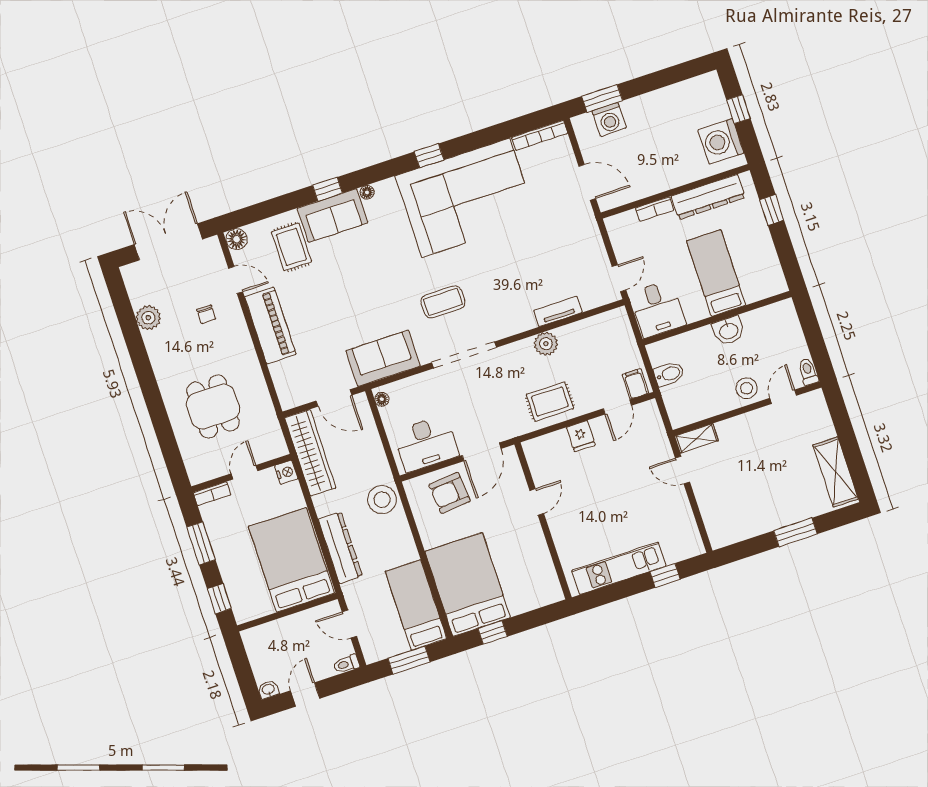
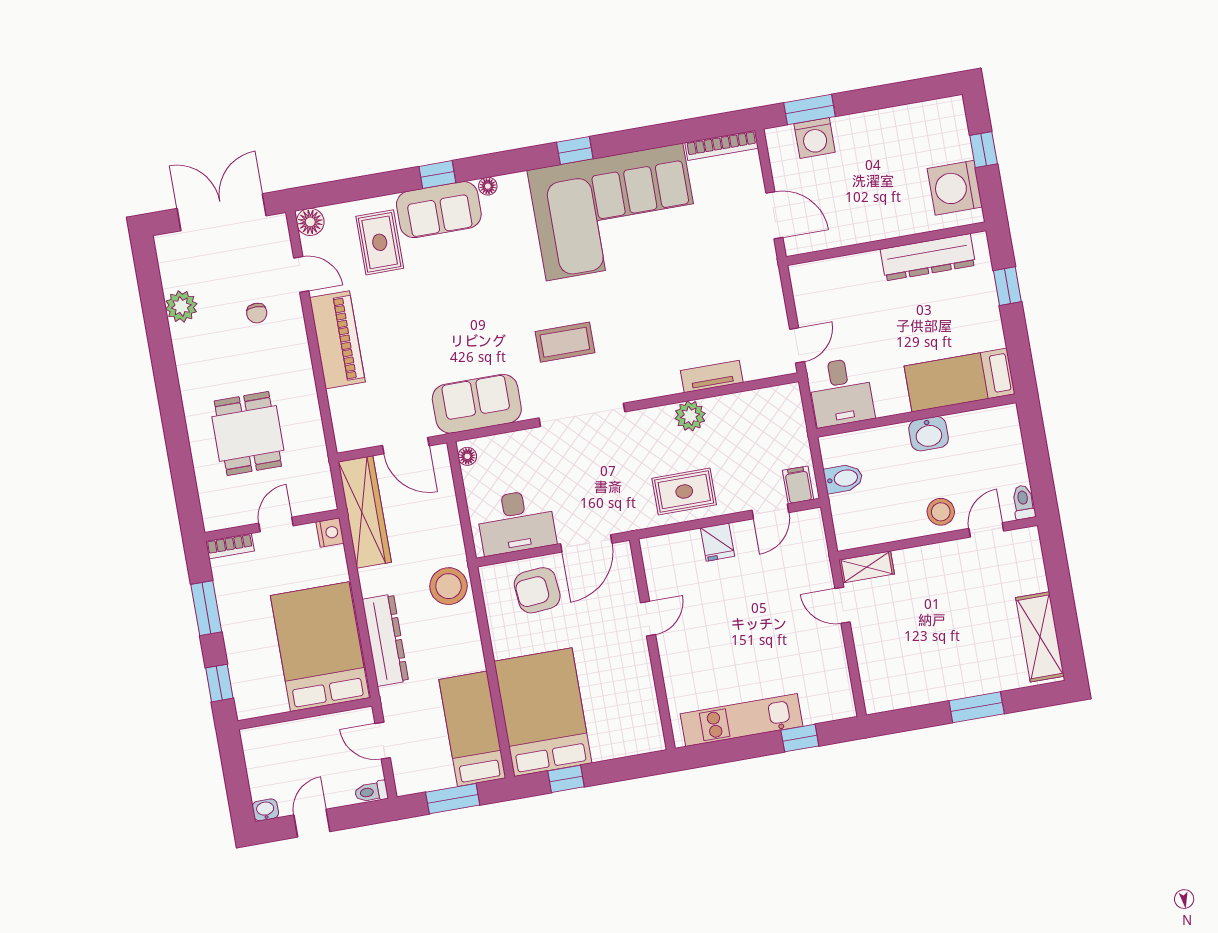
bookcase: (655, 209) -> (856, 263), removed
bed: (716, 273) -> (960, 380), moved, turned -90

